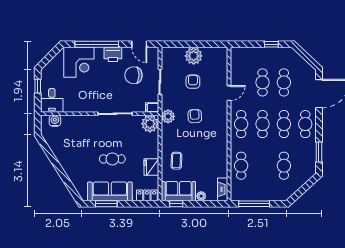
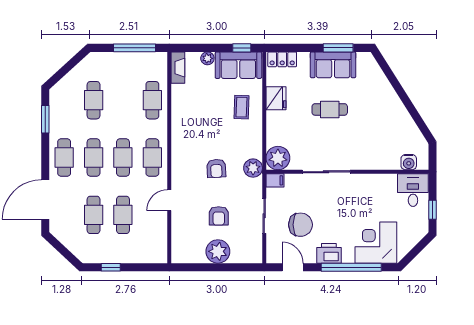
sofa: (110, 191) -> (333, 65), width x0.73

